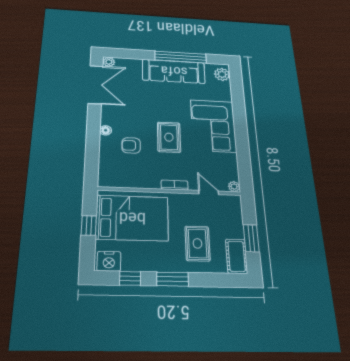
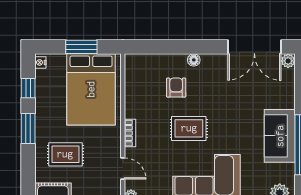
sofa: (174, 71) -> (280, 136), width x0.73
door: (209, 193) -> (123, 169), hinge flipped
window: (89, 226) -> (81, 47), width x1.50
nightstand: (109, 261) -> (40, 62), width x0.53, depth x0.56

